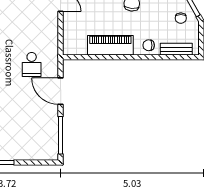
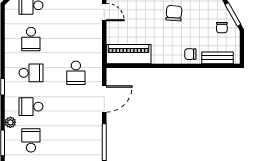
piano: (110, 45) -> (129, 54), moved
door: (61, 91) -> (104, 99), swing flipped

